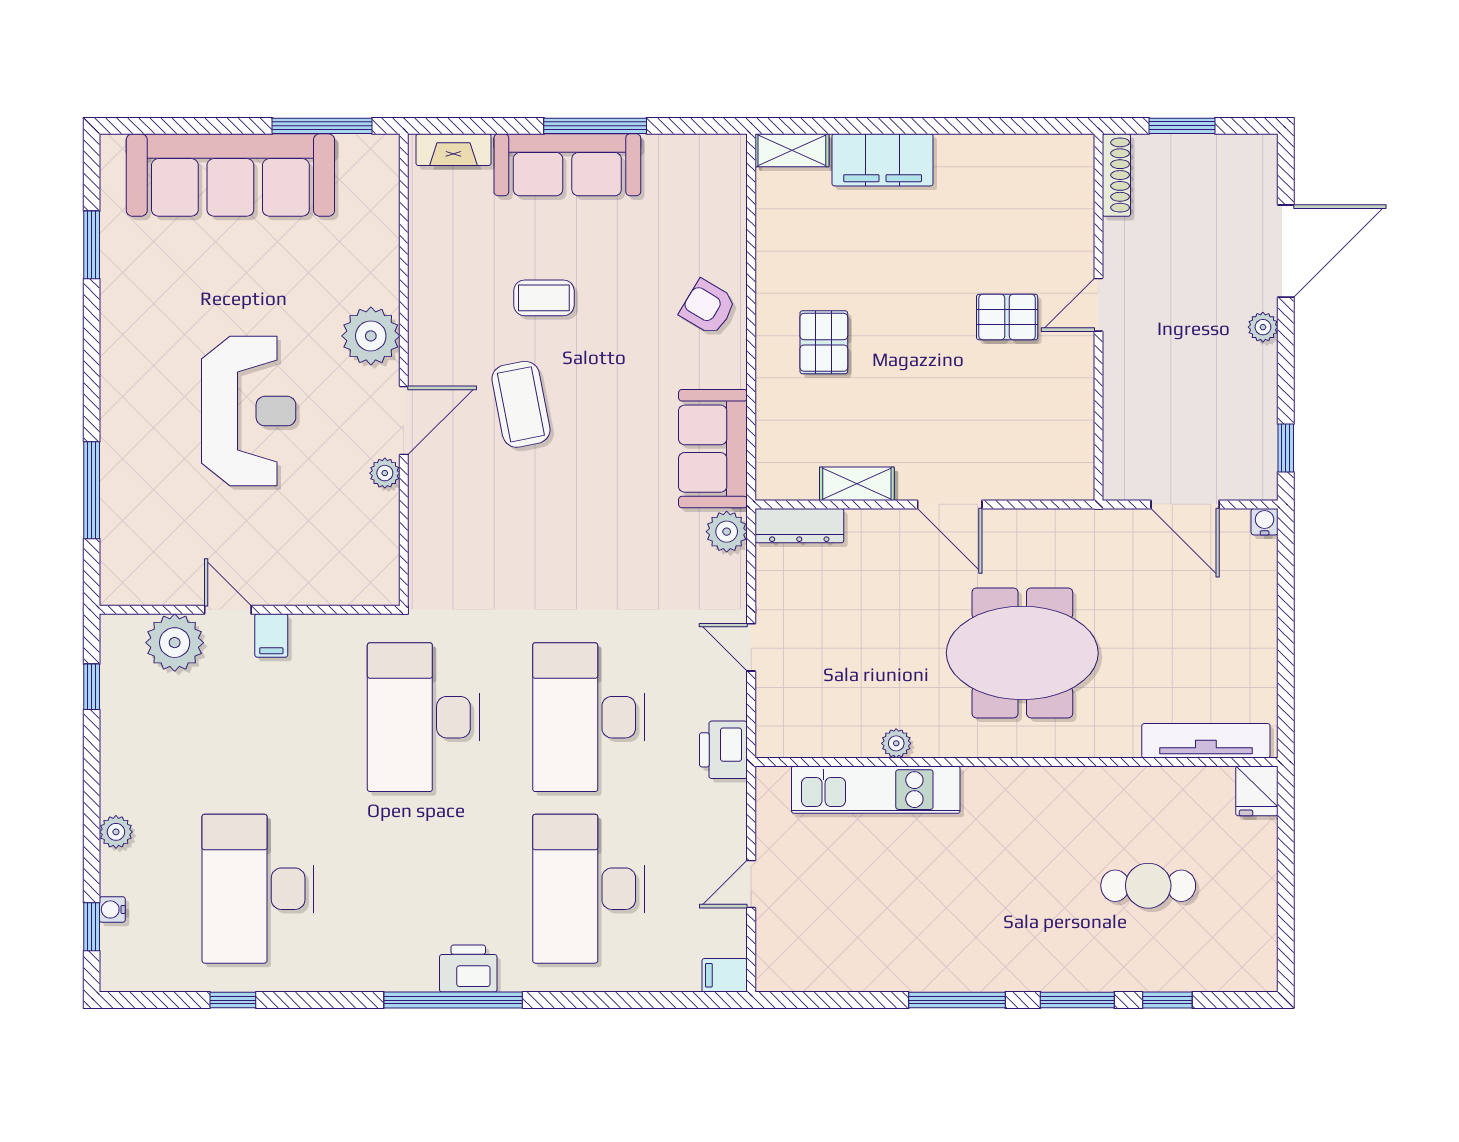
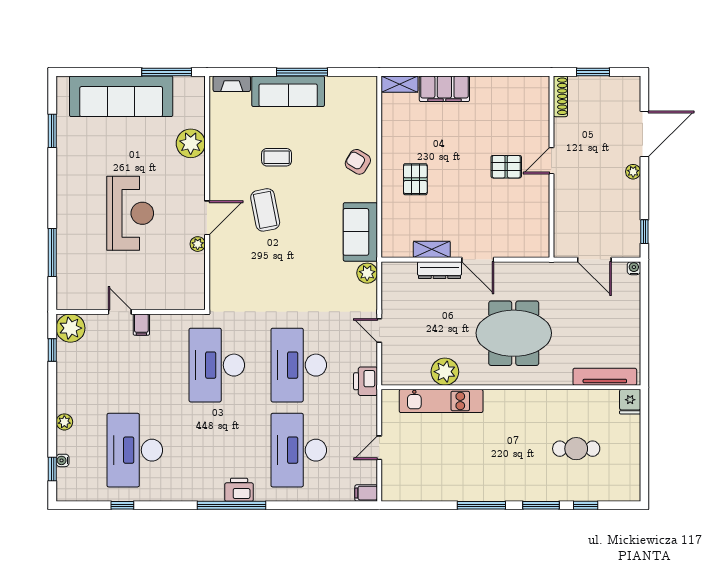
plant: (371, 336) -> (191, 143), moved
dresser: (799, 526) -> (439, 270), moved
plant: (175, 643) -> (70, 328), moved
plant: (896, 743) -> (445, 372), width x1.88, depth x1.88

